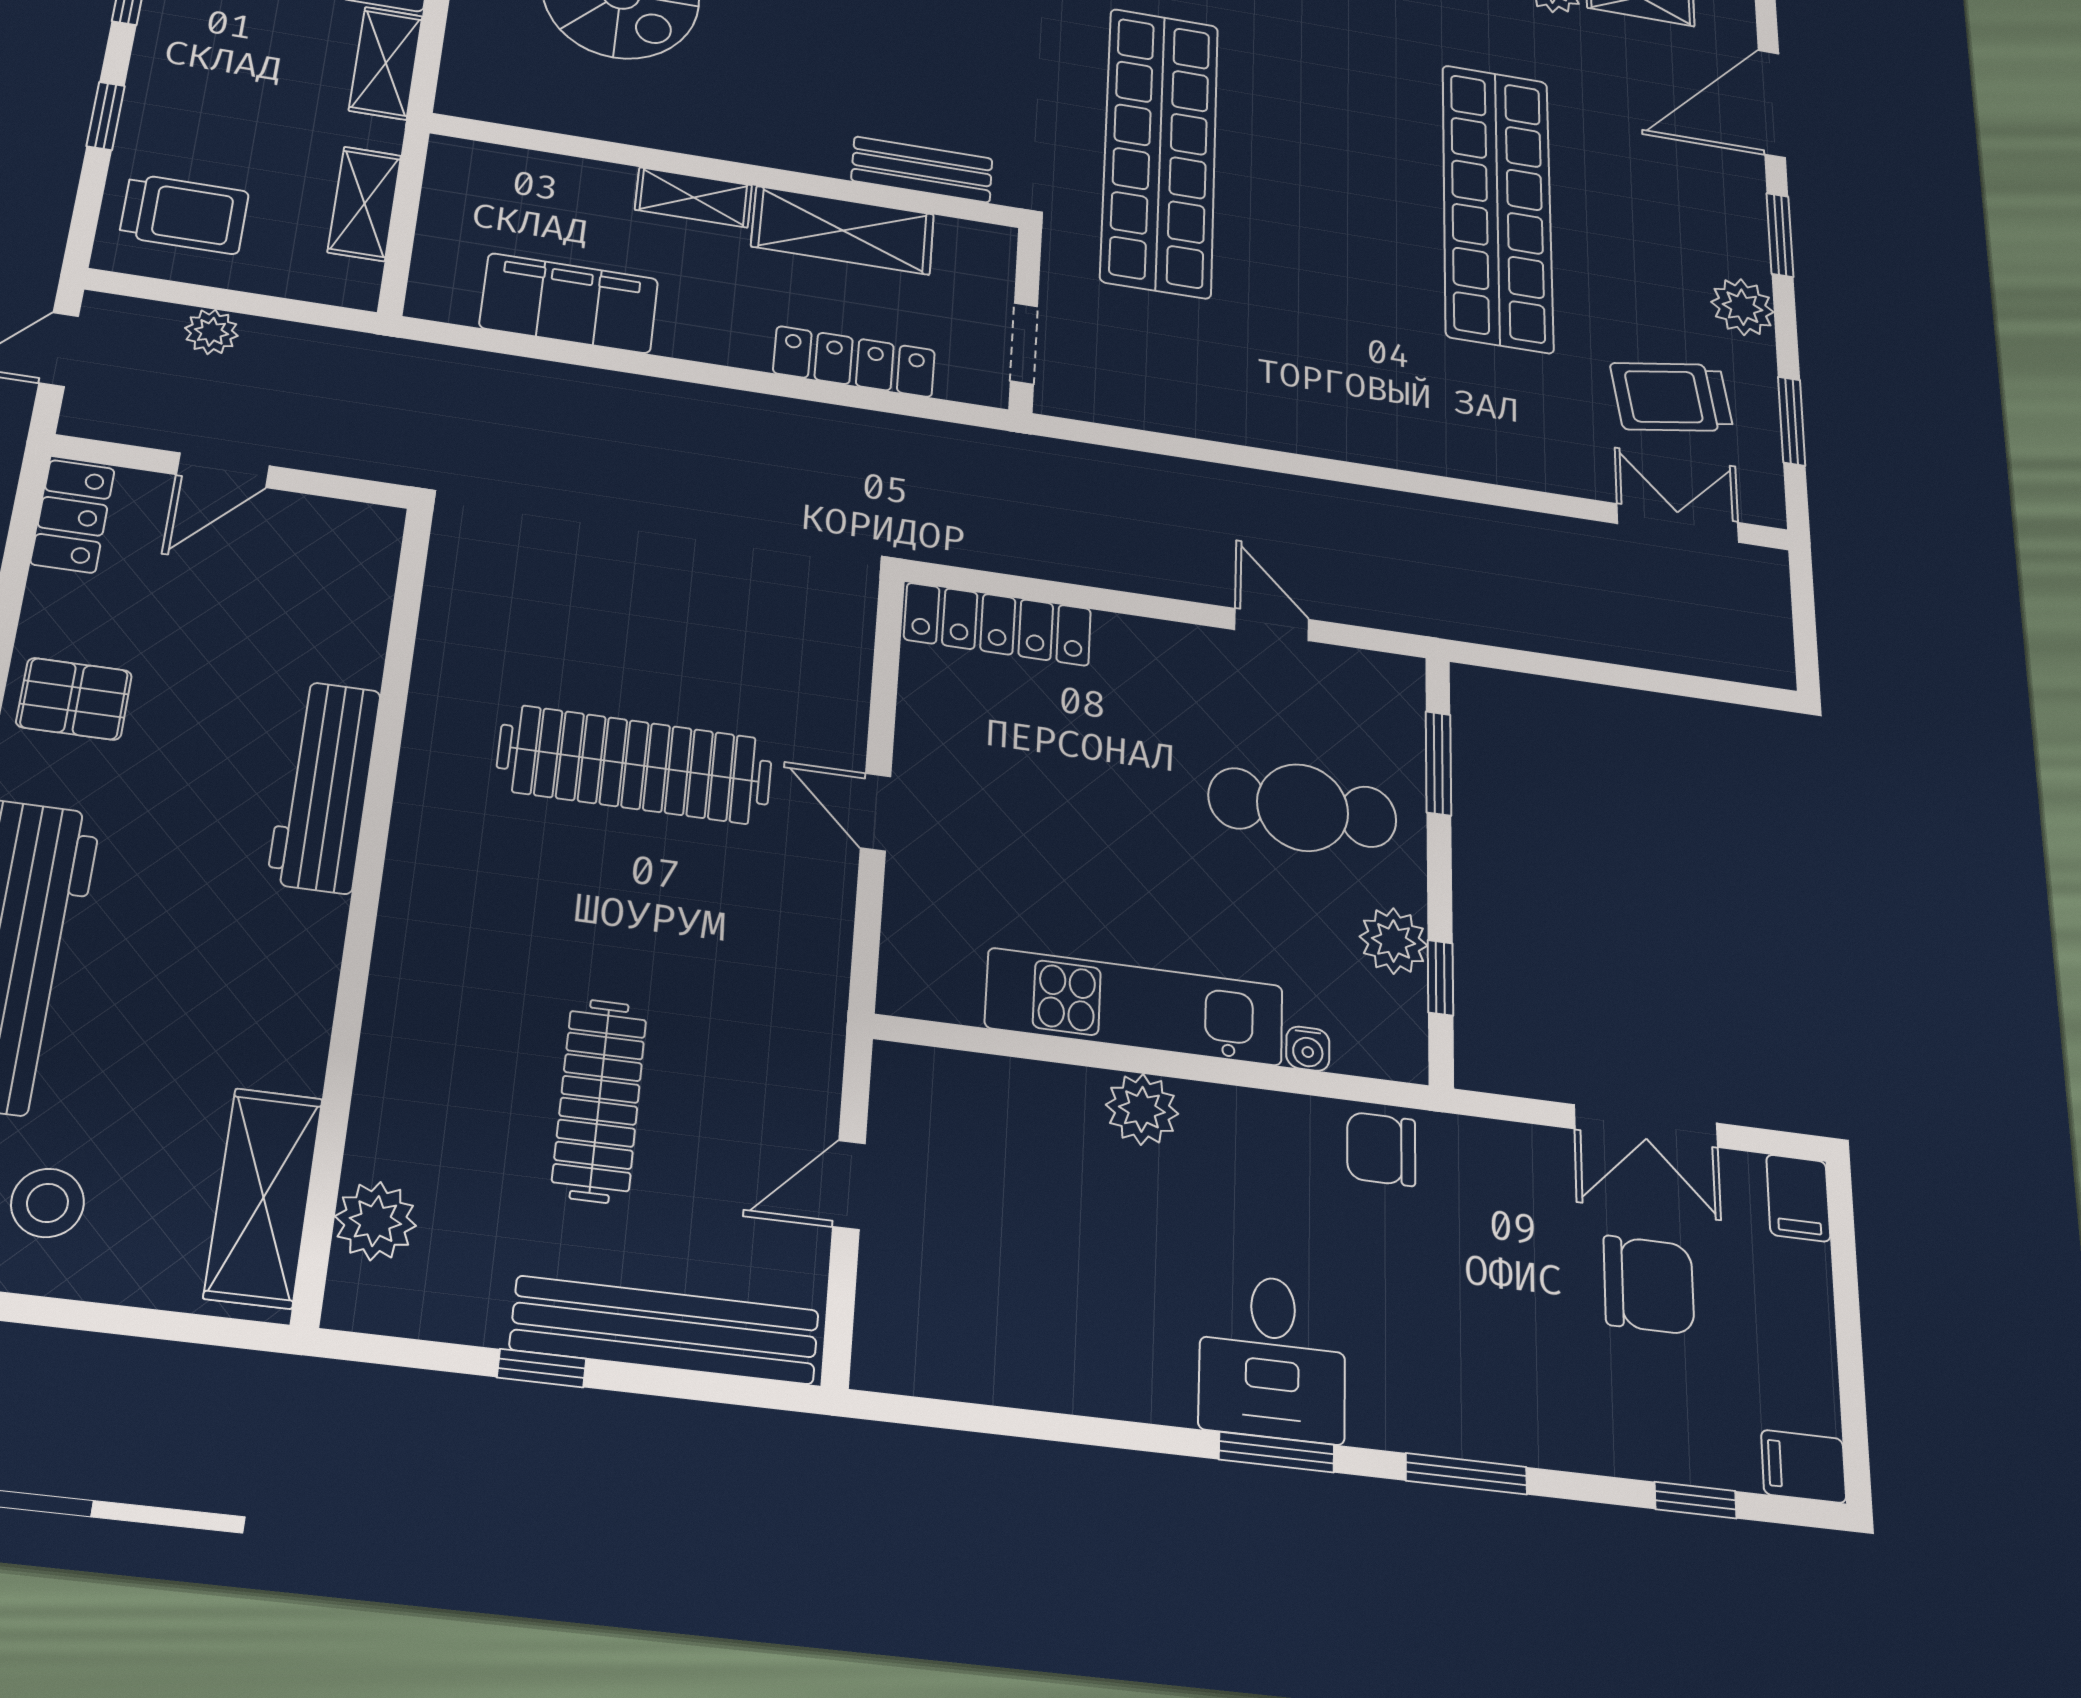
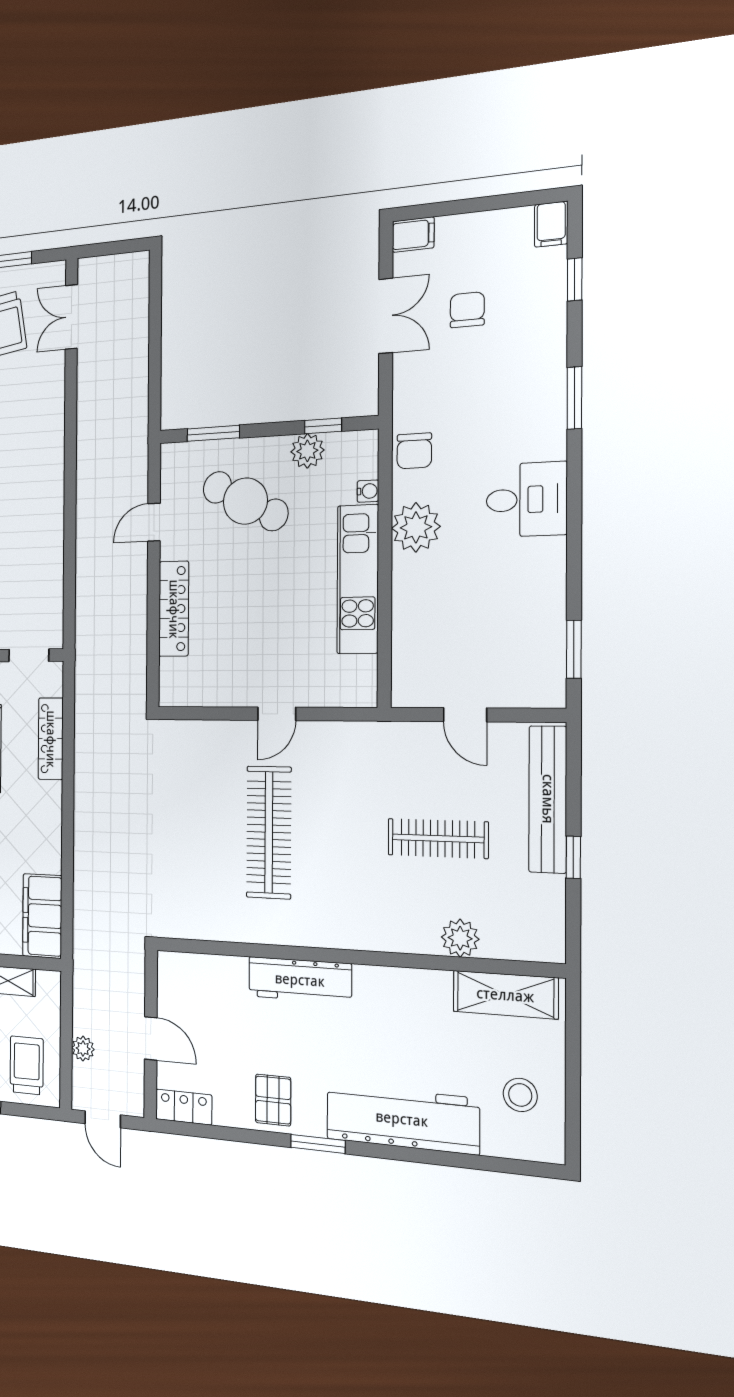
filing cabinet: (569, 303) -> (42, 916), moved
locker: (998, 624) -> (174, 609), moved
cafe table: (1303, 808) -> (245, 501), turned -63
plant: (1142, 1109) -> (416, 527), moved, width x1.36, depth x1.36
plant: (375, 1221) -> (460, 938), moved
chair: (1649, 1285) -> (467, 310), width x0.73, depth x0.73
window: (1277, 1452) -> (574, 649), moved

